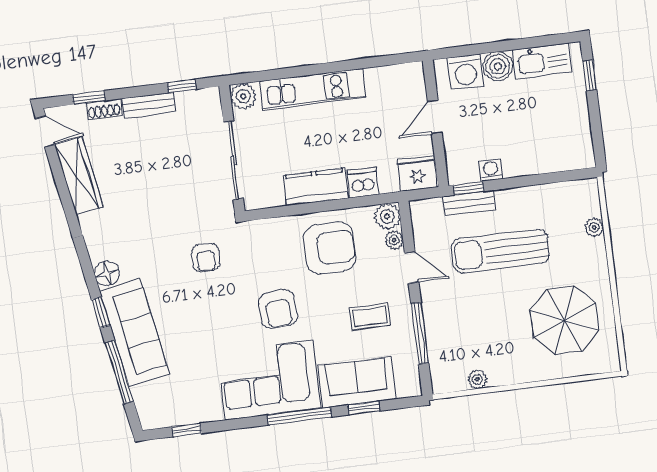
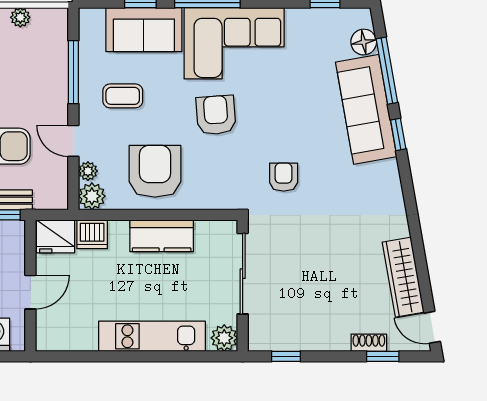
bench: (149, 105) -> (322, 341), removed
dishwasher: (363, 182) -> (92, 234), moved
armchair: (330, 248) -> (155, 171), turned 90
floor lamp: (107, 273) -> (364, 42), moved

